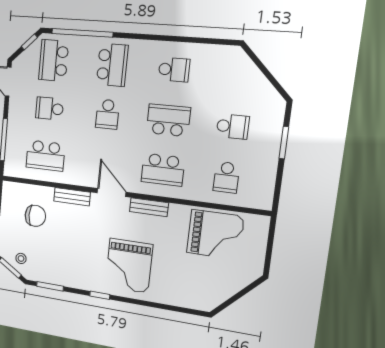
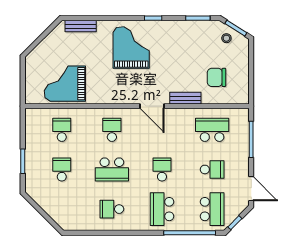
school desk: (233, 127) -> (62, 169), turned 90
school desk: (163, 170) -> (112, 130), width x0.54
bench: (149, 207) -> (81, 26), moved

